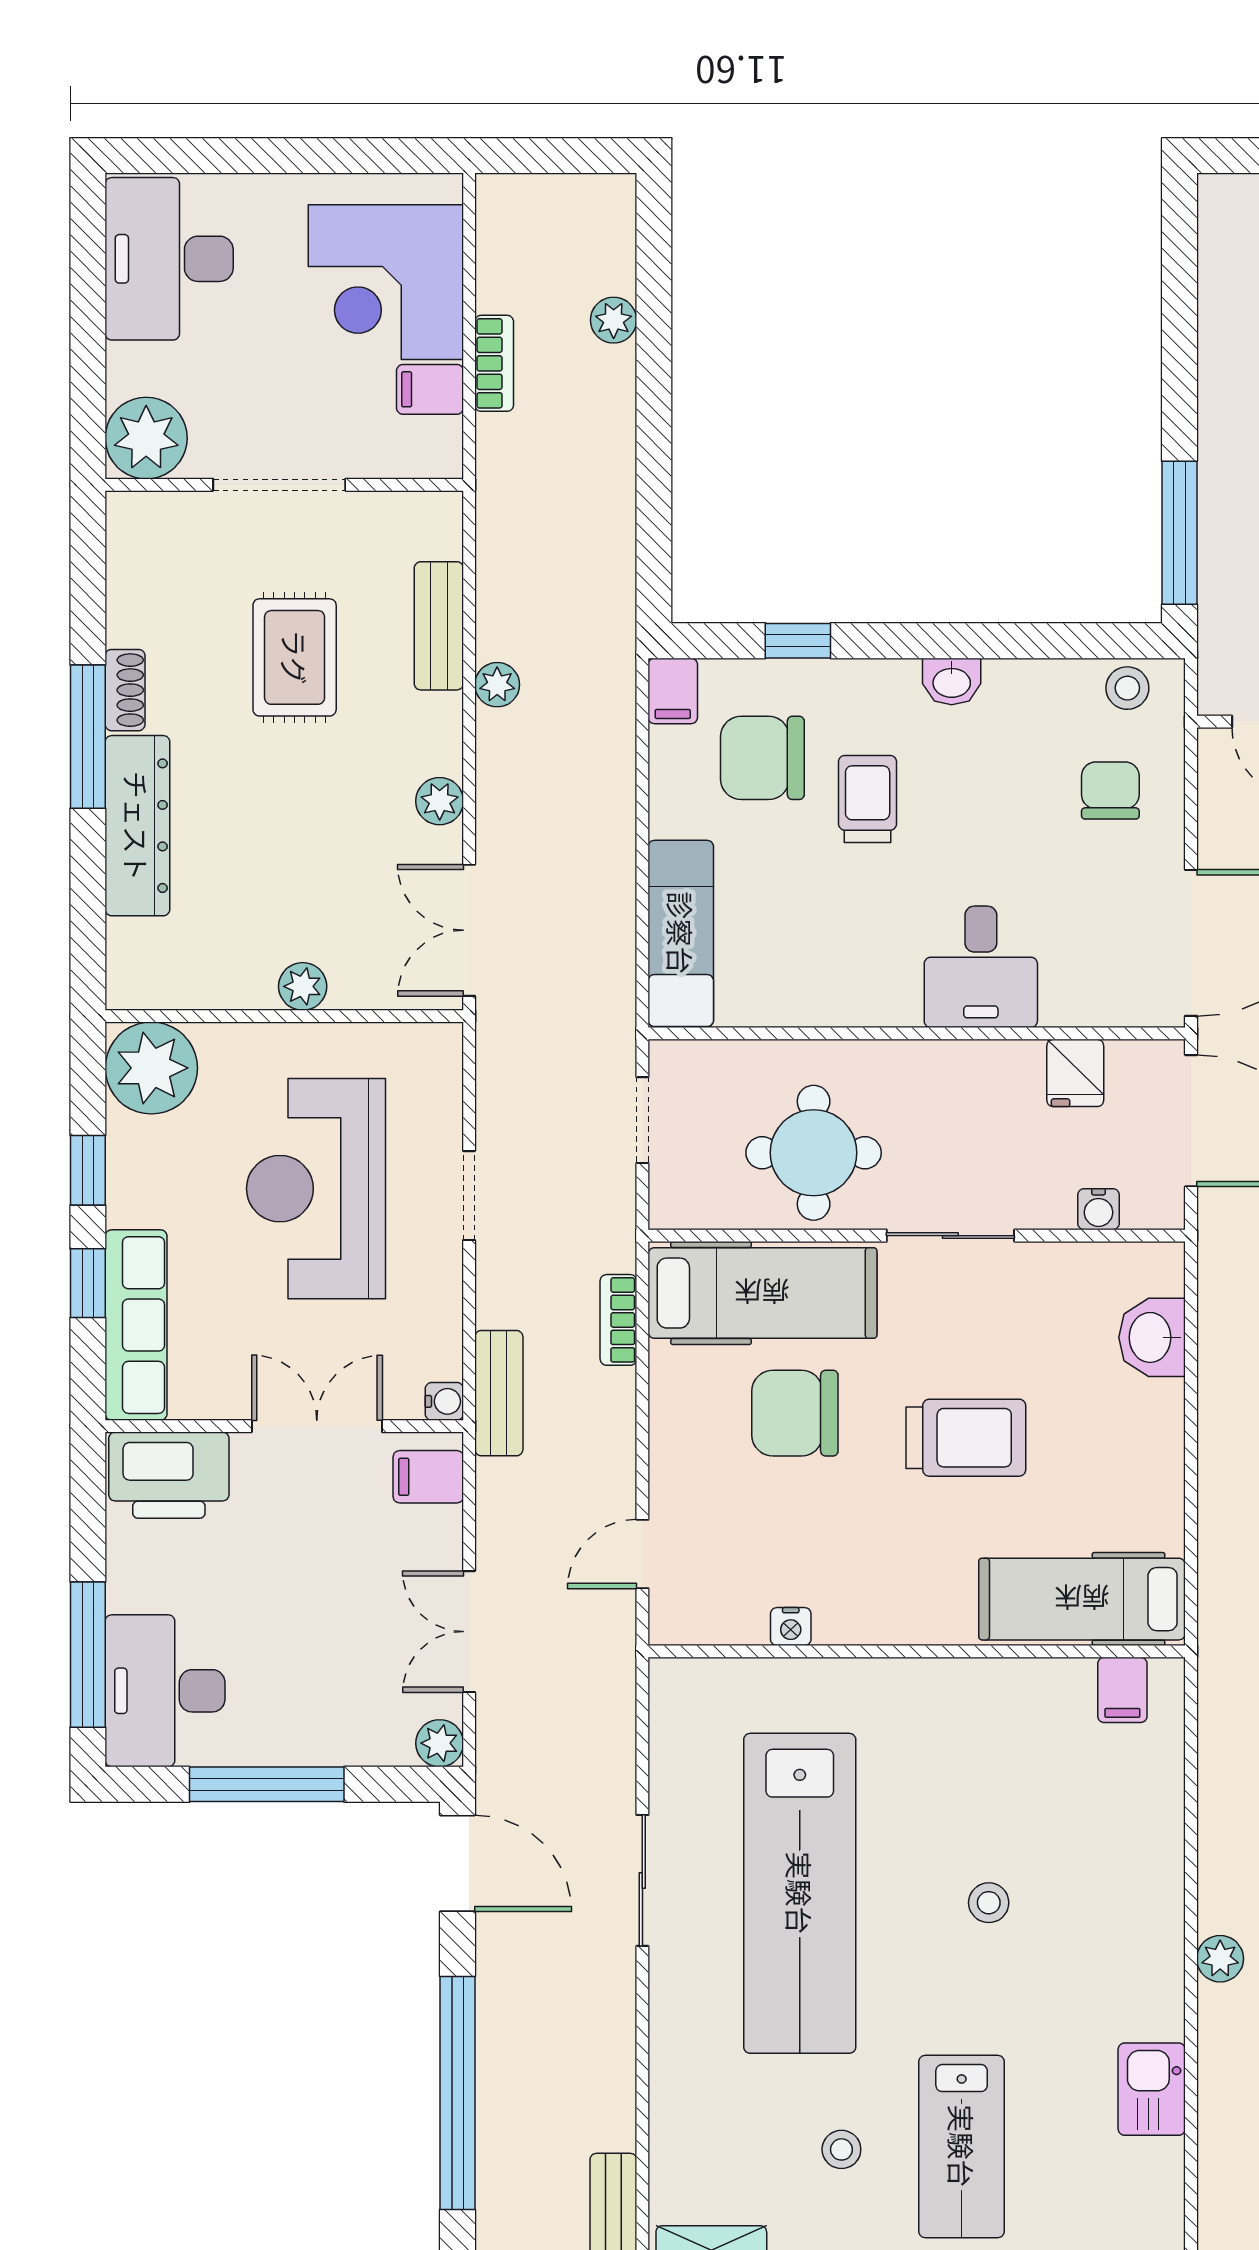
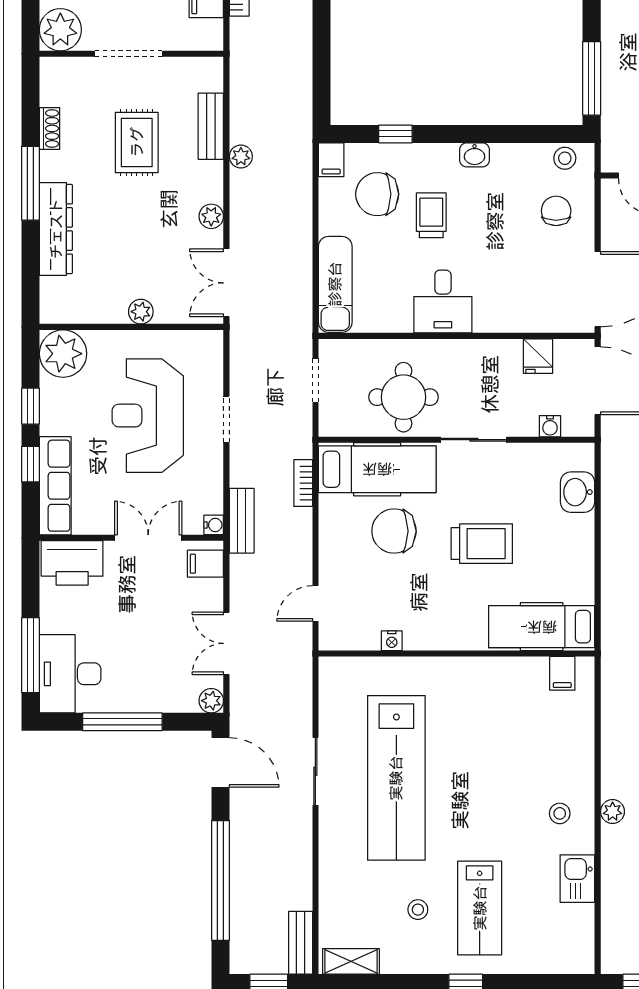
shoe rack: (125, 690) -> (50, 128), moved
desk: (981, 967) -> (443, 302), moved
stool: (989, 1903) -> (560, 813), moved

